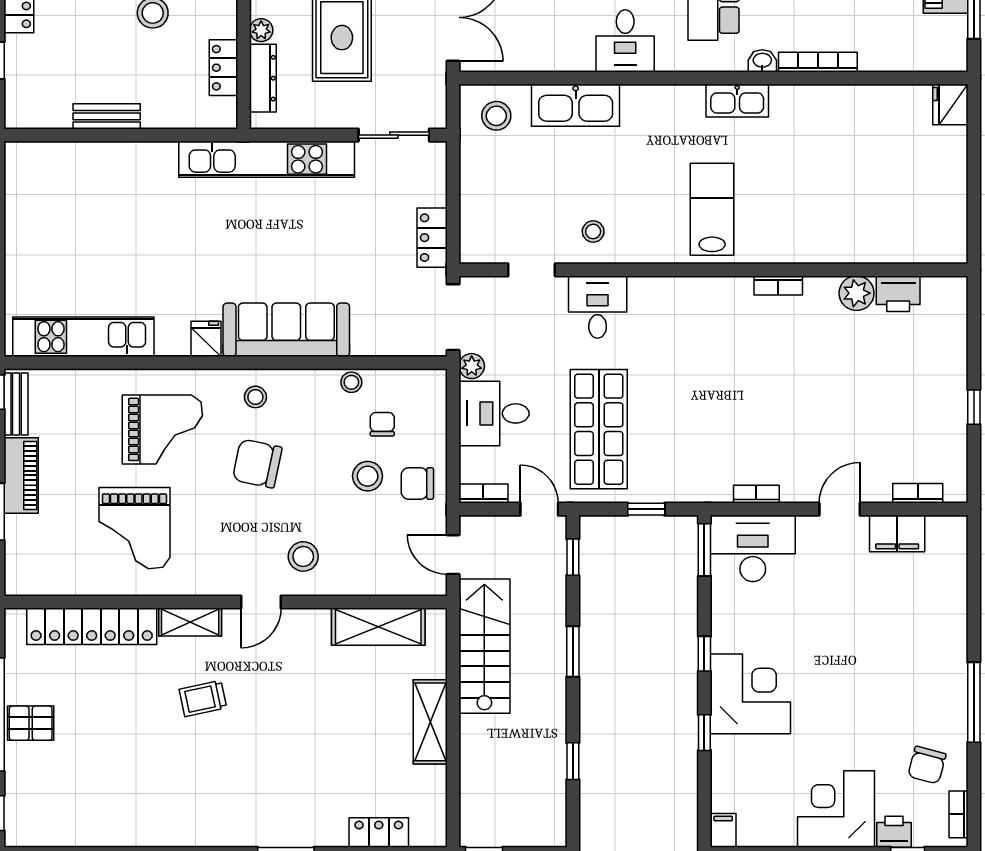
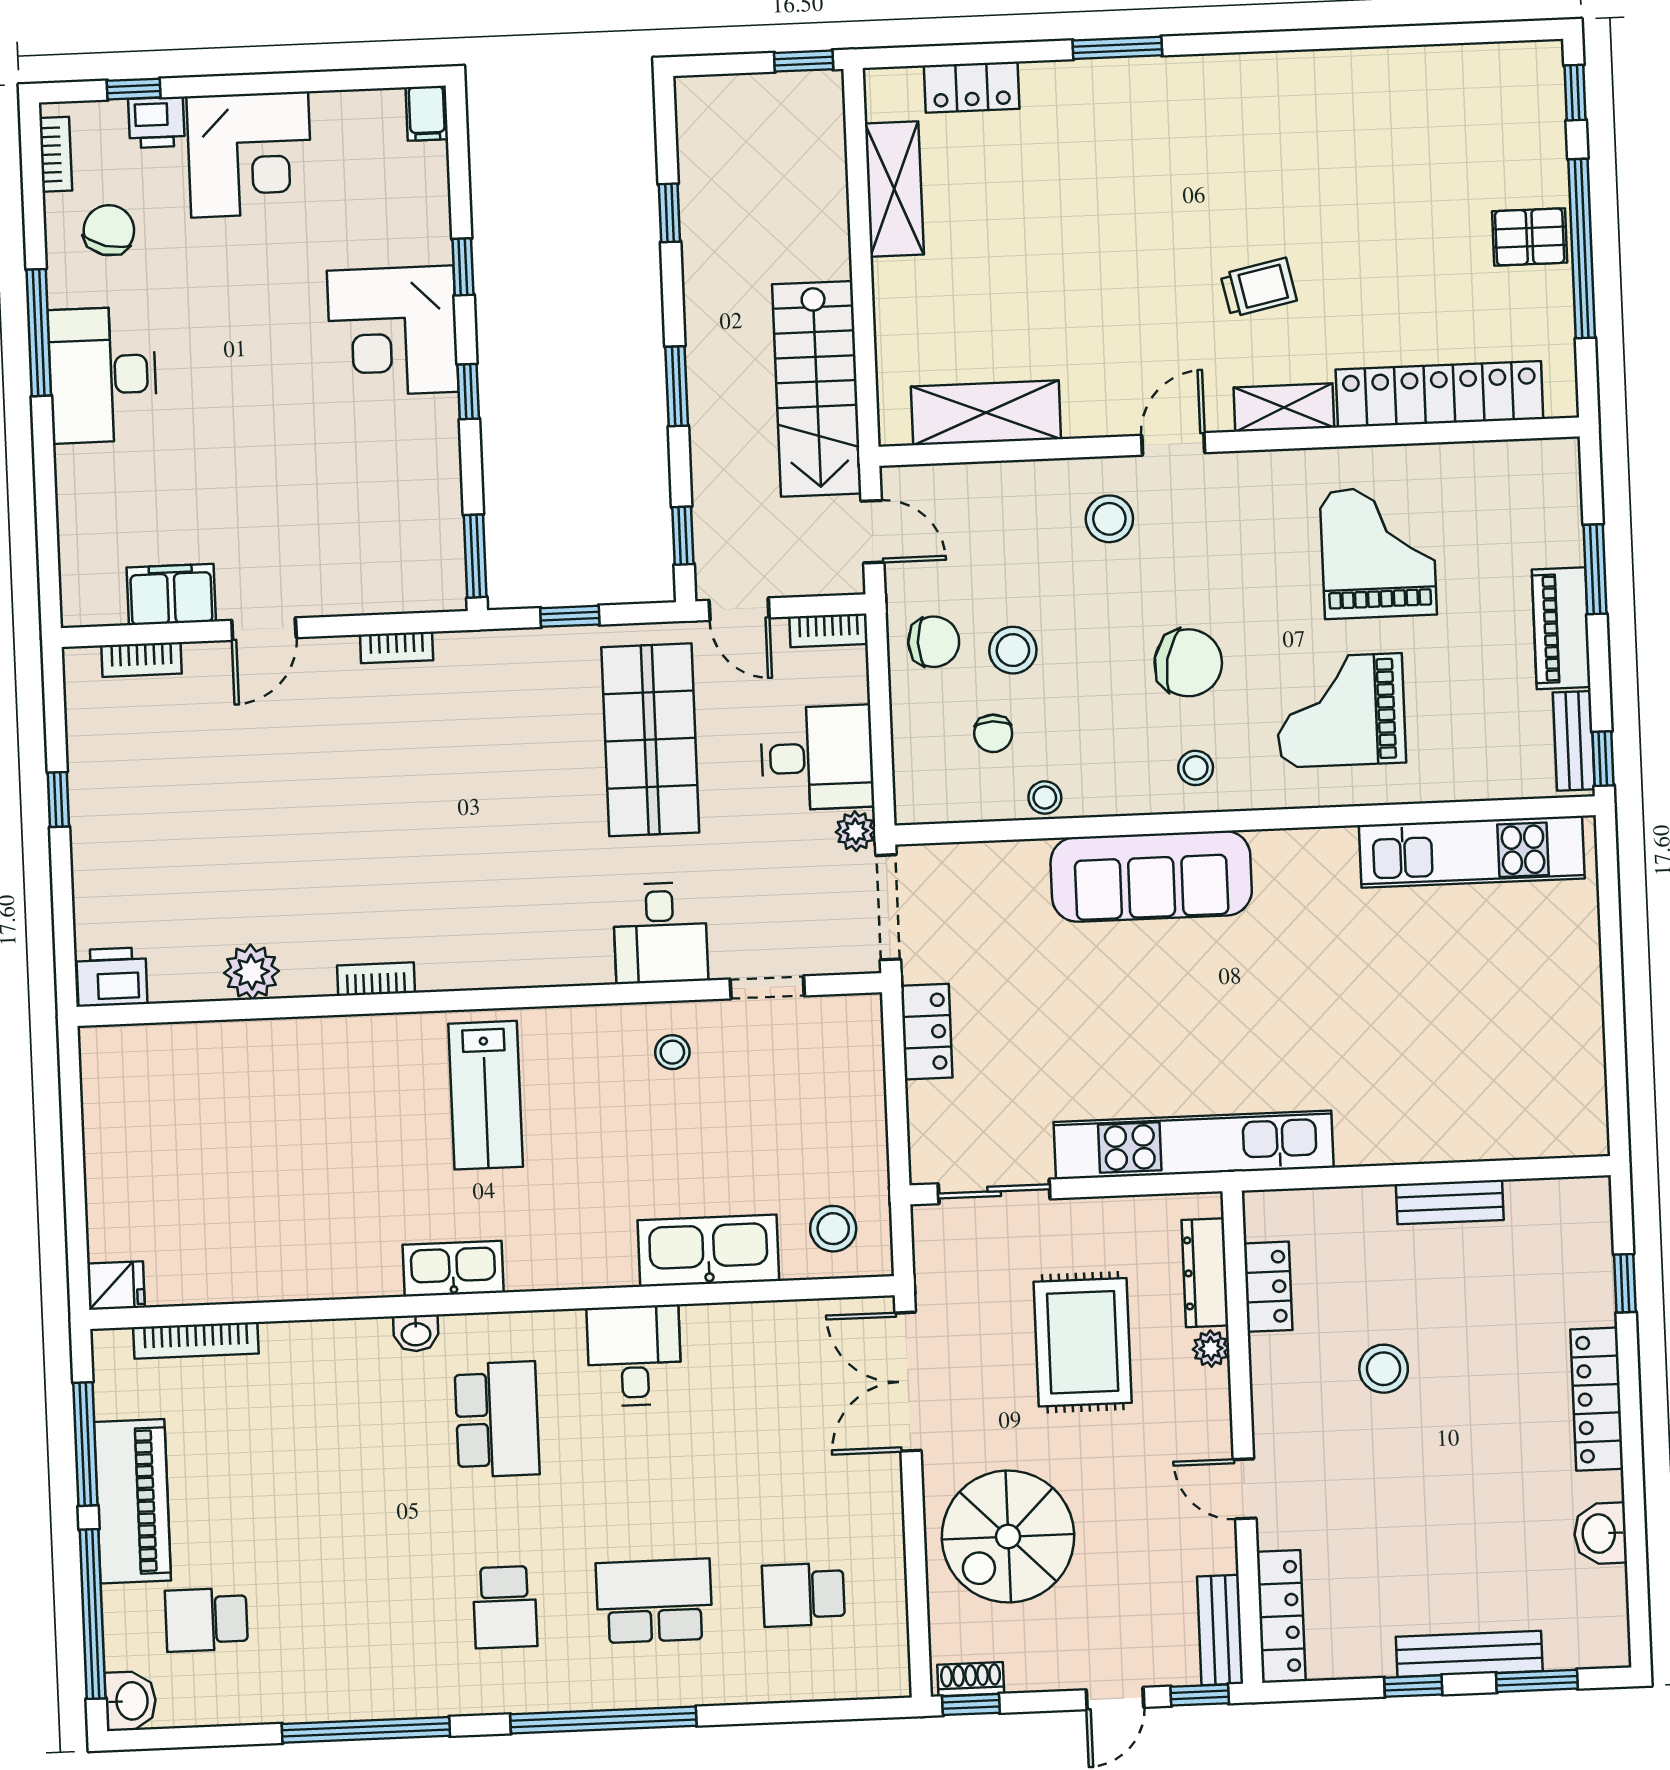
bookcase: (818, 62) -> (196, 1340), moved
fridge: (950, 105) -> (116, 1286), width x0.72
printer: (898, 294) -> (112, 977), moved
fridge: (206, 339) -> (1278, 857), removed
desk: (753, 548) -> (103, 375), moved, turned 90
shelving: (430, 722) -> (894, 189), moved

